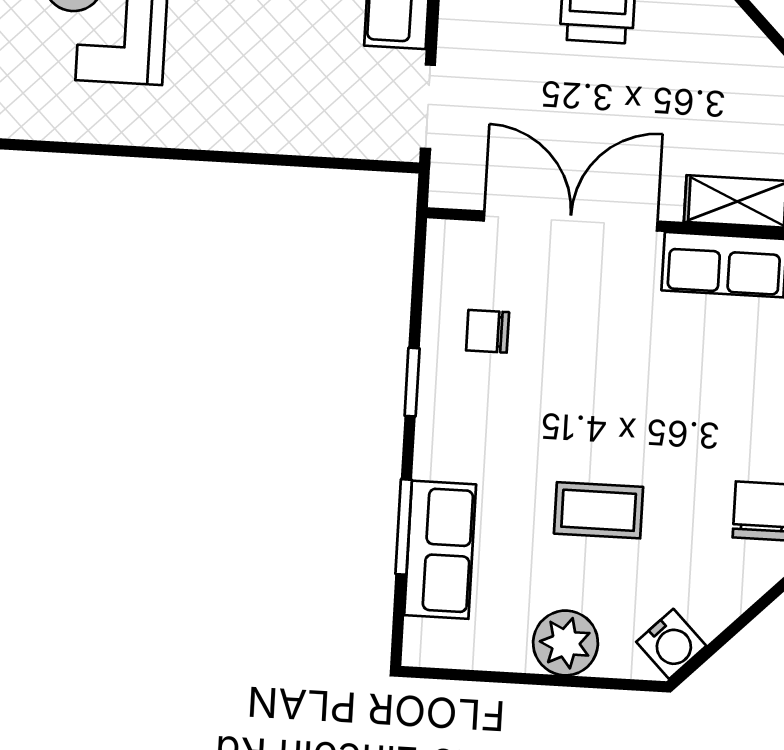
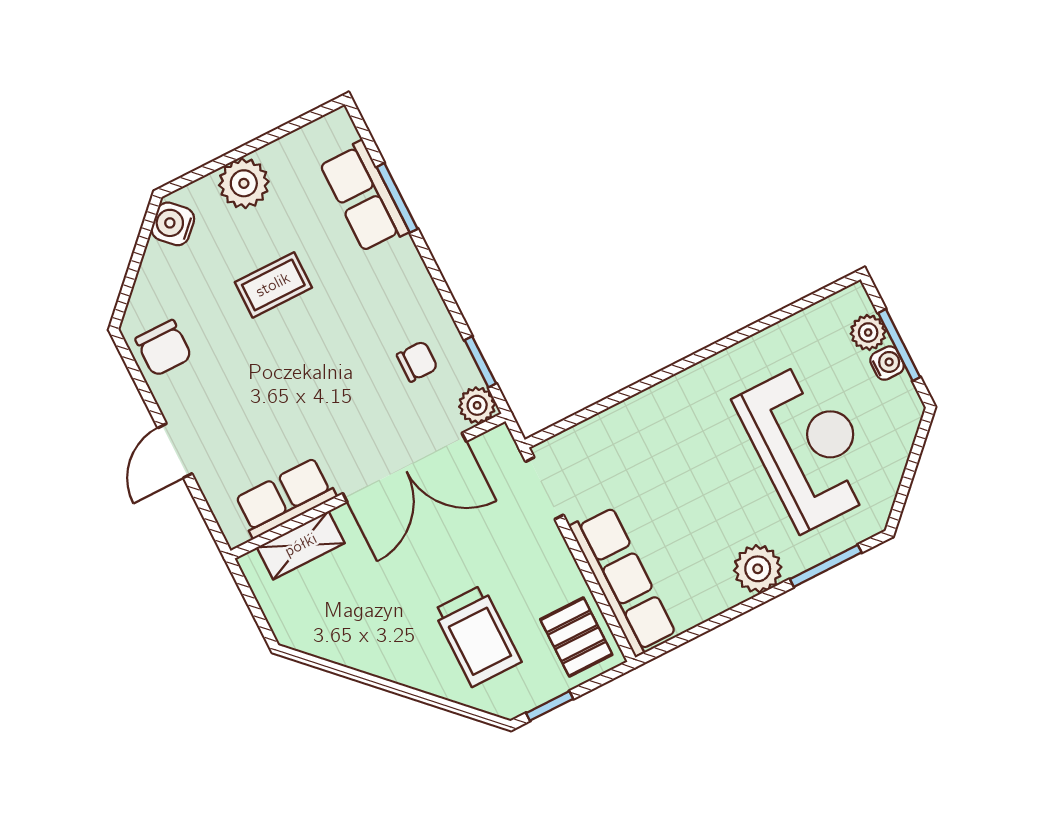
plant: (449, 243) -> (477, 405), added
window: (412, 382) -> (480, 362), moved

